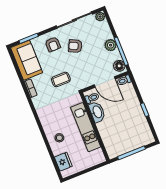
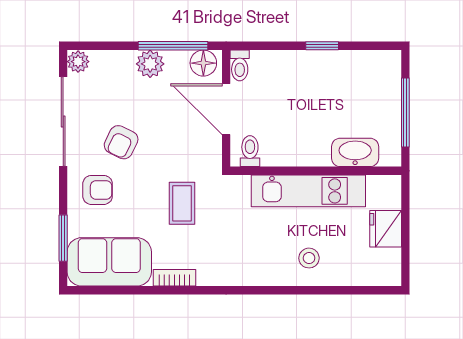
door: (105, 82) -> (226, 109), swing flipped
washbasin: (97, 112) -> (355, 152), moved
fridge: (63, 162) -> (386, 229), moved, turned -90

